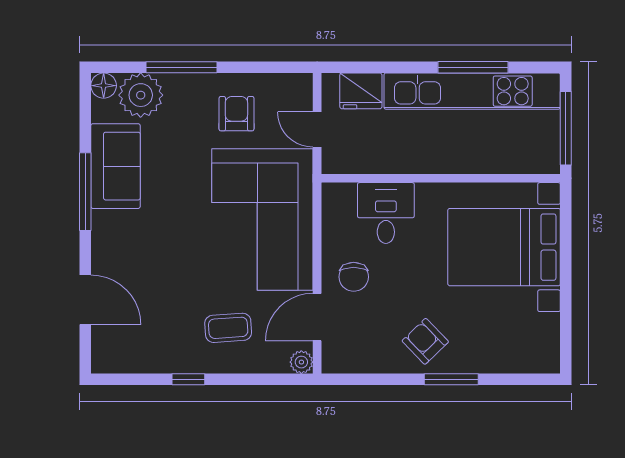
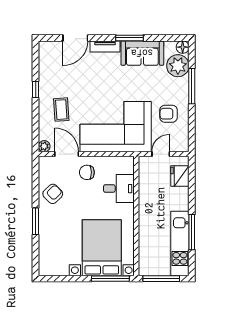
kitchen unit: (472, 91) -> (180, 243), width x0.73
armchair: (236, 114) -> (169, 114), turned 180
window: (85, 192) -> (130, 38), width x0.69
window: (566, 230) -> (110, 279), added
tv unit: (102, 241) -> (105, 46), added
armchair: (425, 341) -> (53, 194), moved

